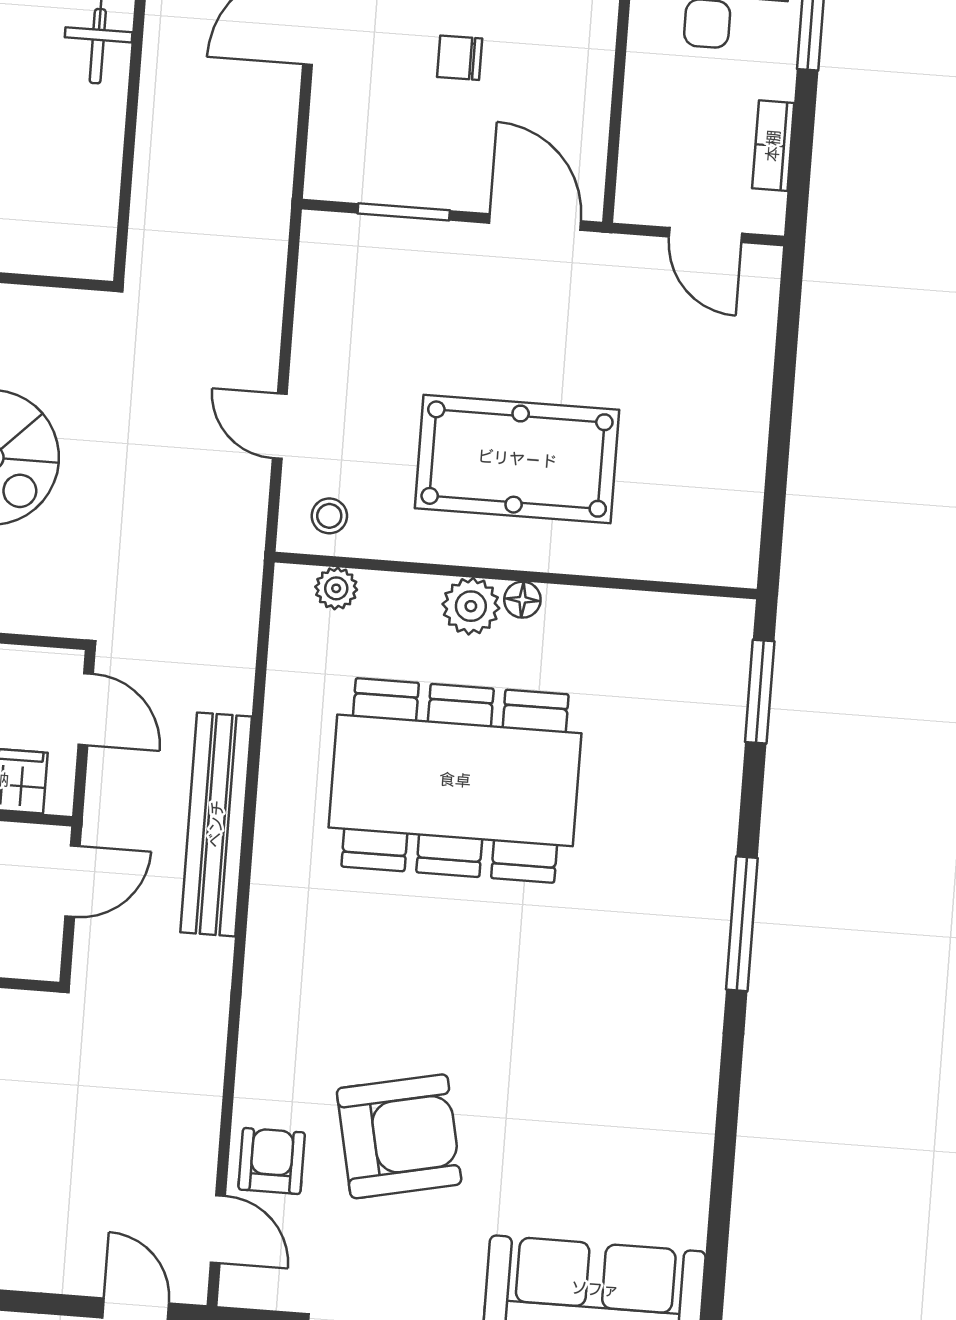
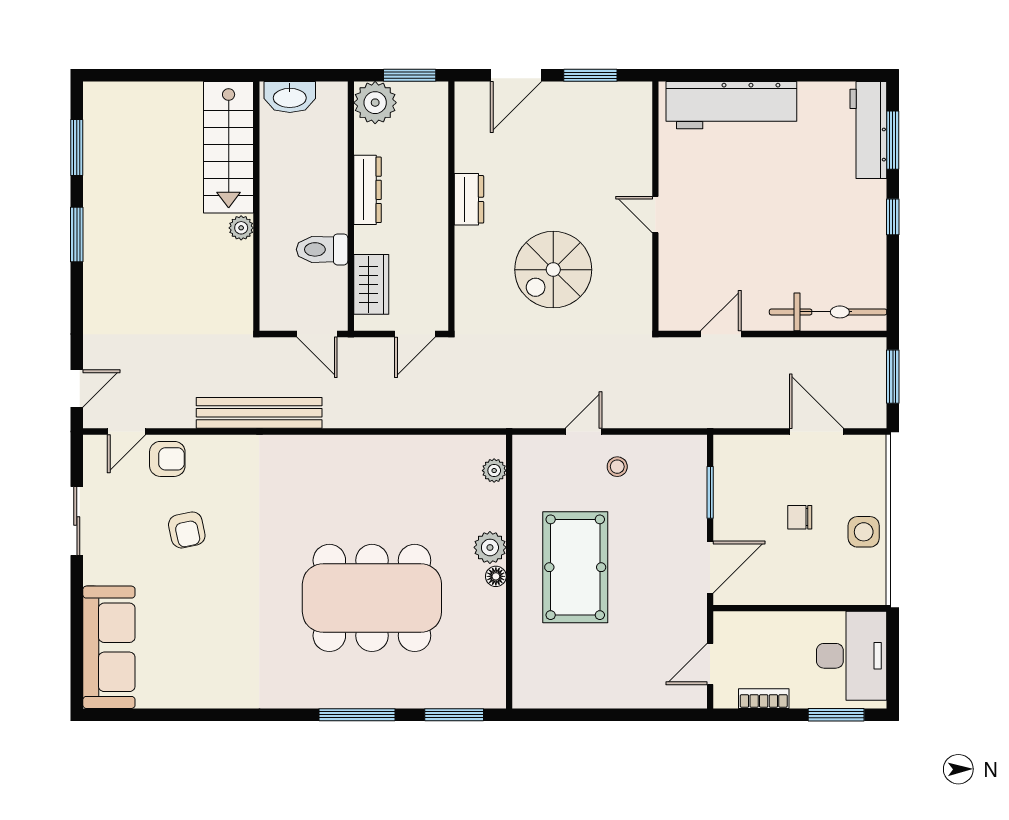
chair: (460, 58) -> (800, 517), turned -90
door: (127, 172) -> (721, 334), added
stool: (329, 516) -> (617, 467), moved
dining table: (455, 780) -> (372, 598), moved, turned 90
bench: (216, 824) -> (259, 413), moved
window: (742, 924) -> (357, 715), moved
armchair: (399, 1136) -> (187, 530), width x0.53, depth x0.53

